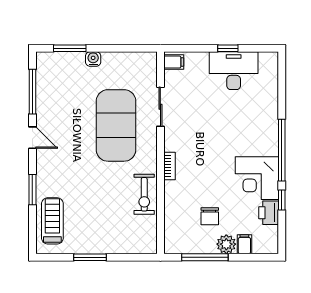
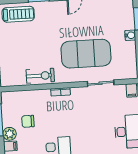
exercise bike: (144, 194) -> (40, 76), turned 180

